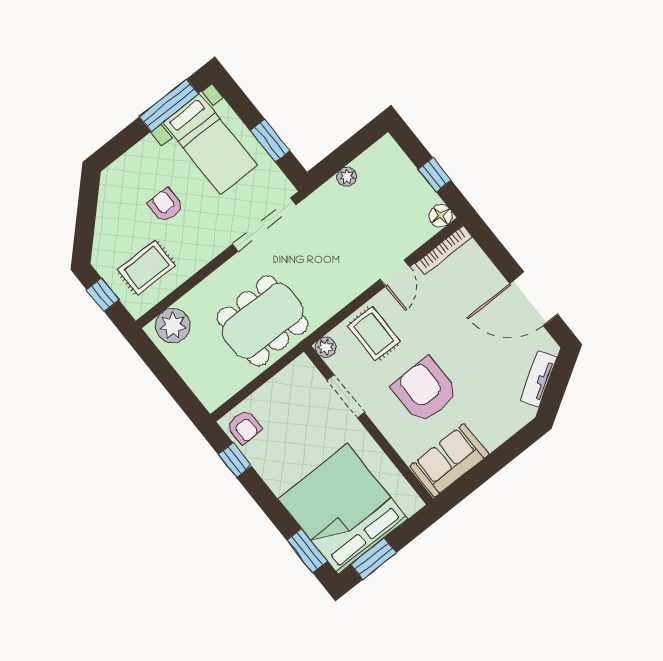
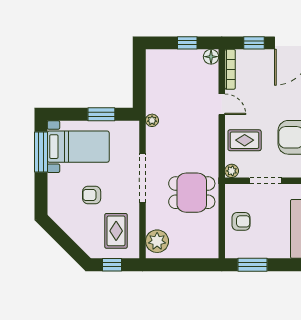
plant: (347, 177) -> (152, 120), moved
doorway: (264, 225) -> (142, 178), moved
window: (497, 253) -> (254, 43), added
dining table: (263, 321) -> (192, 193), width x0.73
armchair: (244, 427) -> (241, 221), moved
window: (235, 460) -> (253, 265), width x1.50

